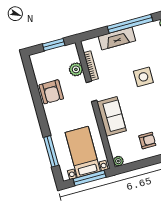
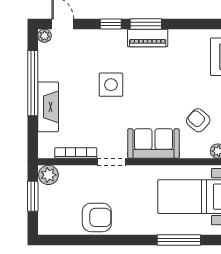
plant: (76, 69) -> (48, 175), moved
armchair: (147, 141) -> (198, 120), moved, turned -49

